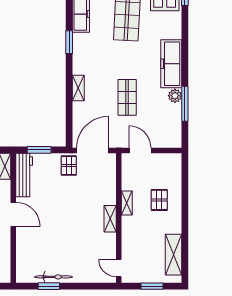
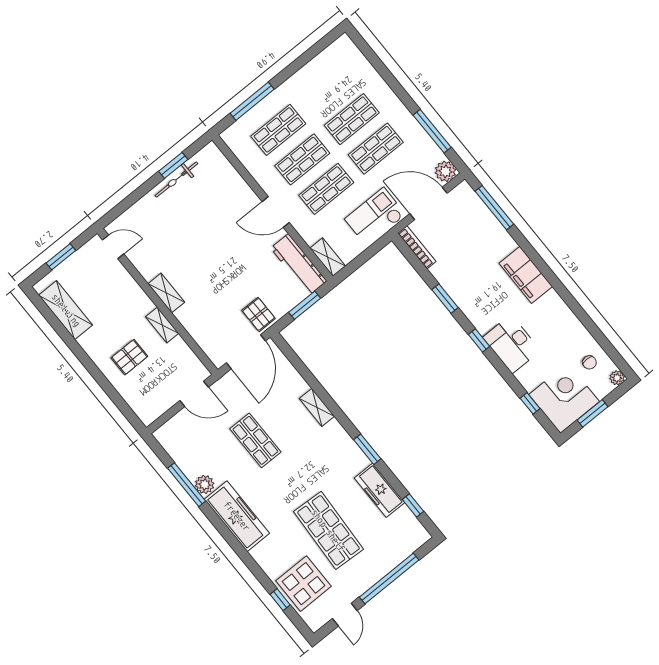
pallet: (159, 200) -> (129, 357), turned 90

